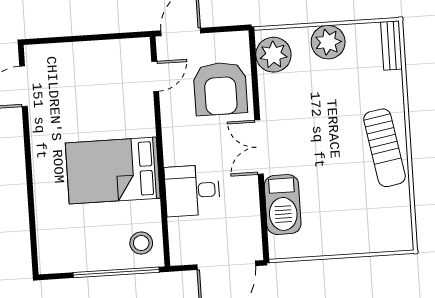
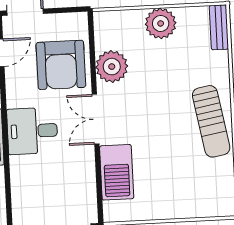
plant: (273, 55) -> (112, 67), moved
desk: (192, 191) -> (32, 131), moved

